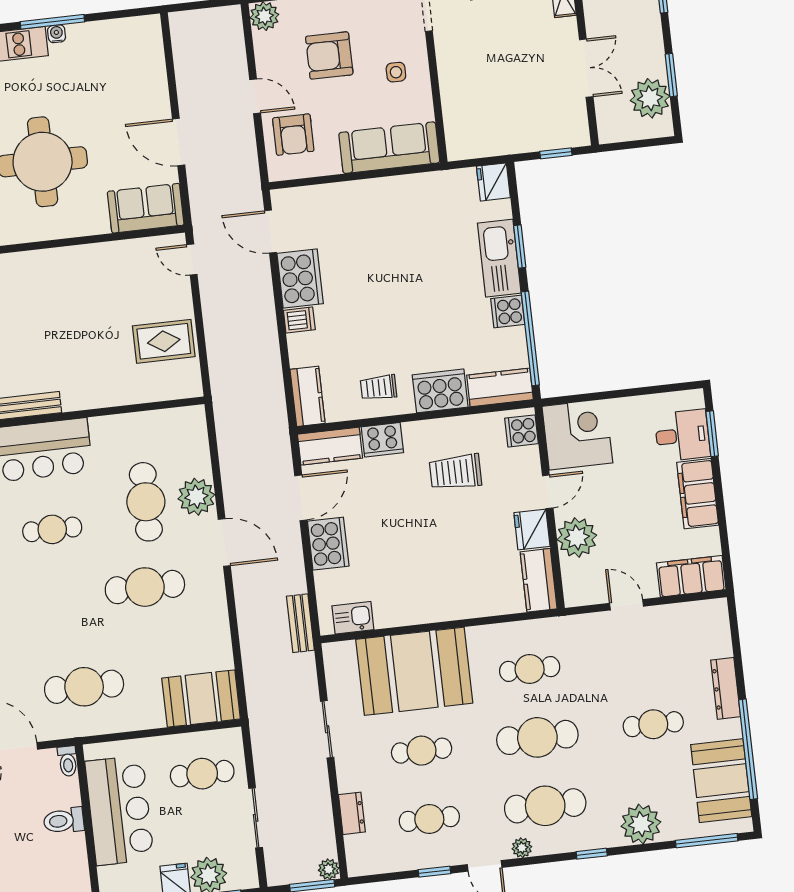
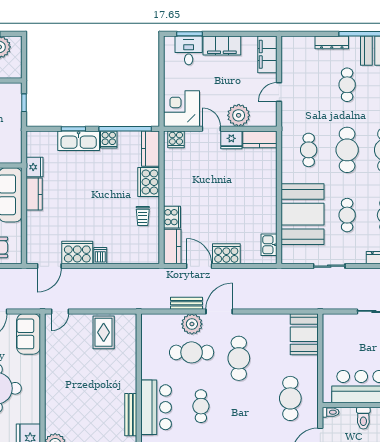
fridge: (493, 182) -> (35, 167), moved, turned -90
kitchen counter: (308, 396) -> (34, 194), moved, turned 90
trolley: (455, 472) -> (195, 179), removed
bench: (300, 623) -> (186, 303), moved
cafe table: (202, 774) -> (346, 338), removed

